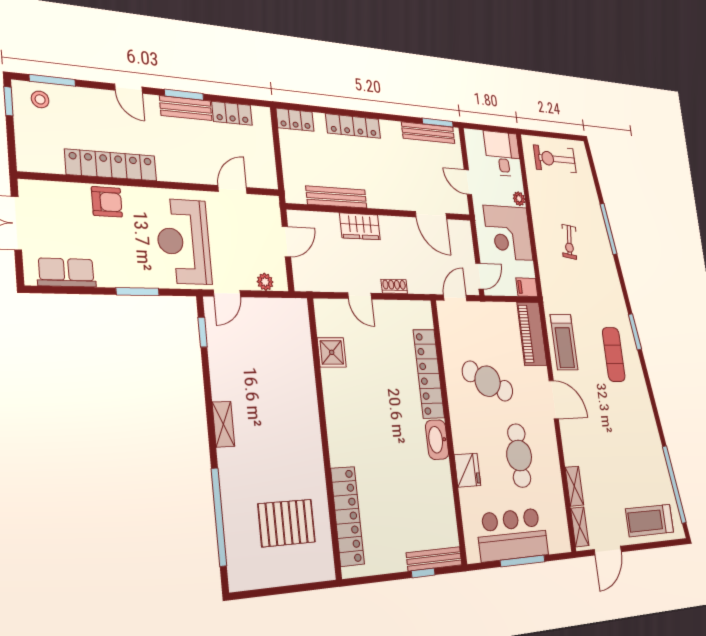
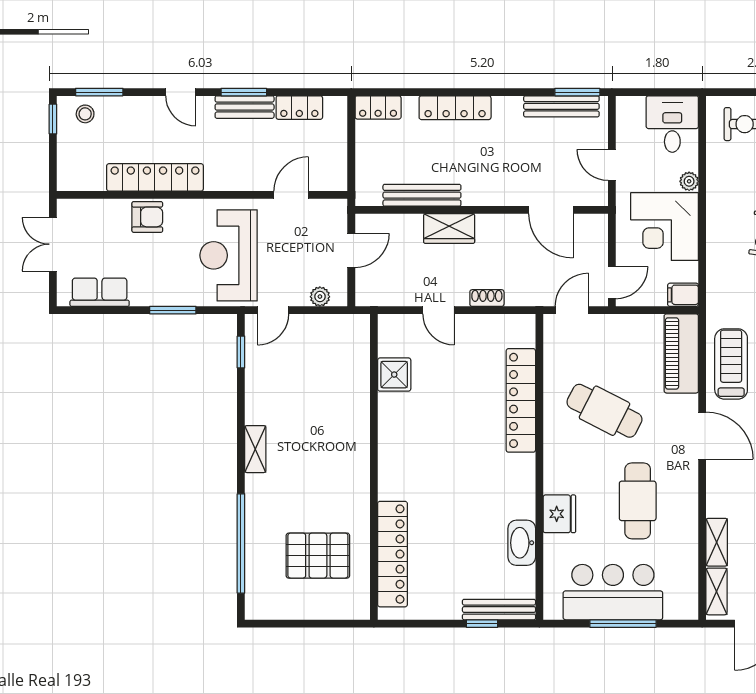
treadmill: (564, 342) -> (731, 364), turned 180
washbasin: (437, 440) -> (522, 543), moved

